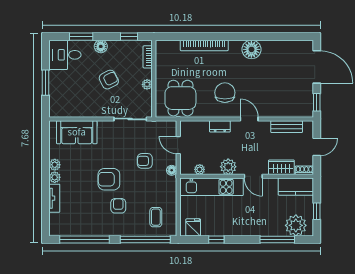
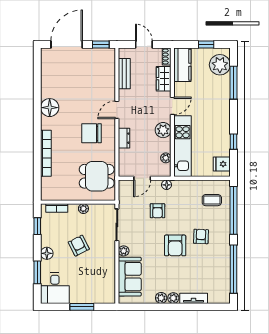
plant: (103, 126) -> (124, 251), added
armchair: (118, 206) -> (201, 236), turned 92

